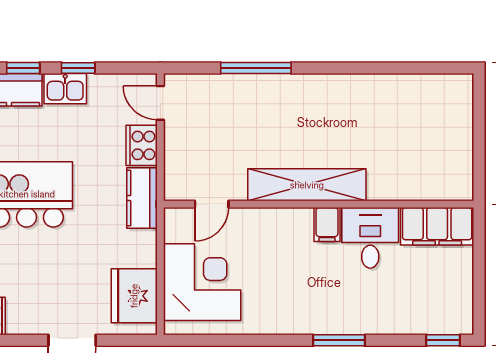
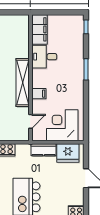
kitchen counter: (142, 198) -> (44, 150), moved
door: (212, 204) -> (30, 121), hinge flipped
filing cabinet: (327, 224) -> (39, 94), moved

